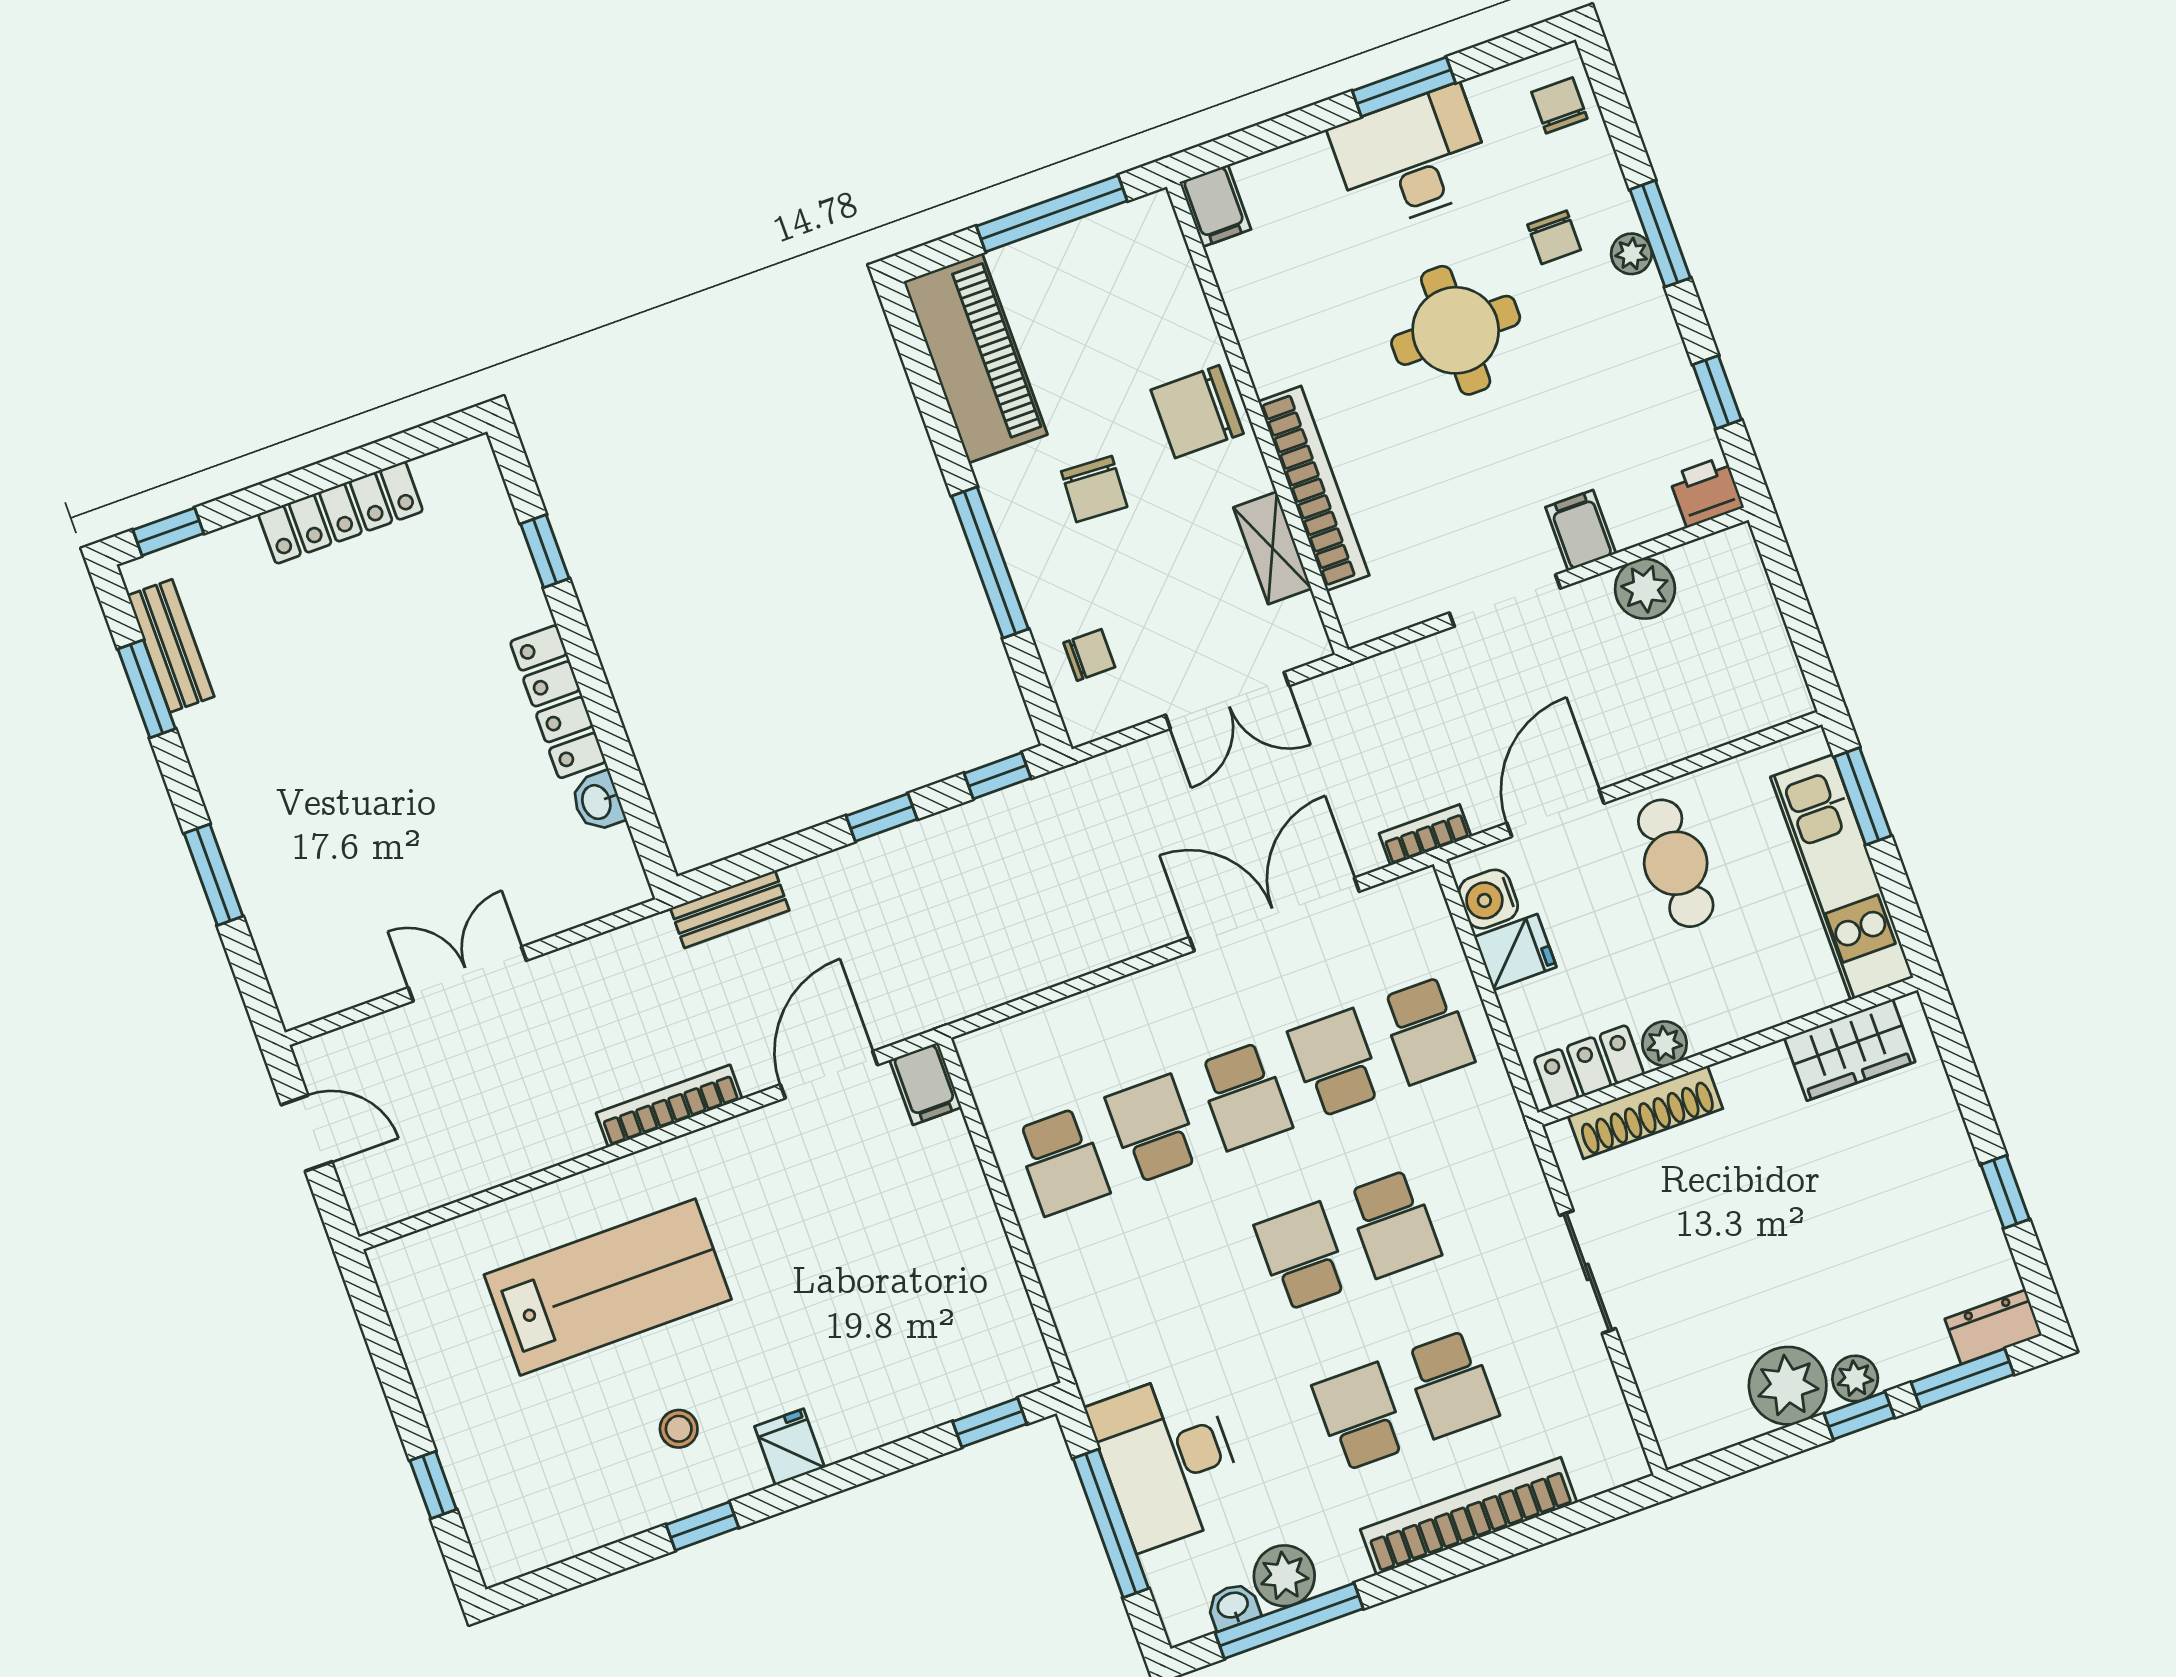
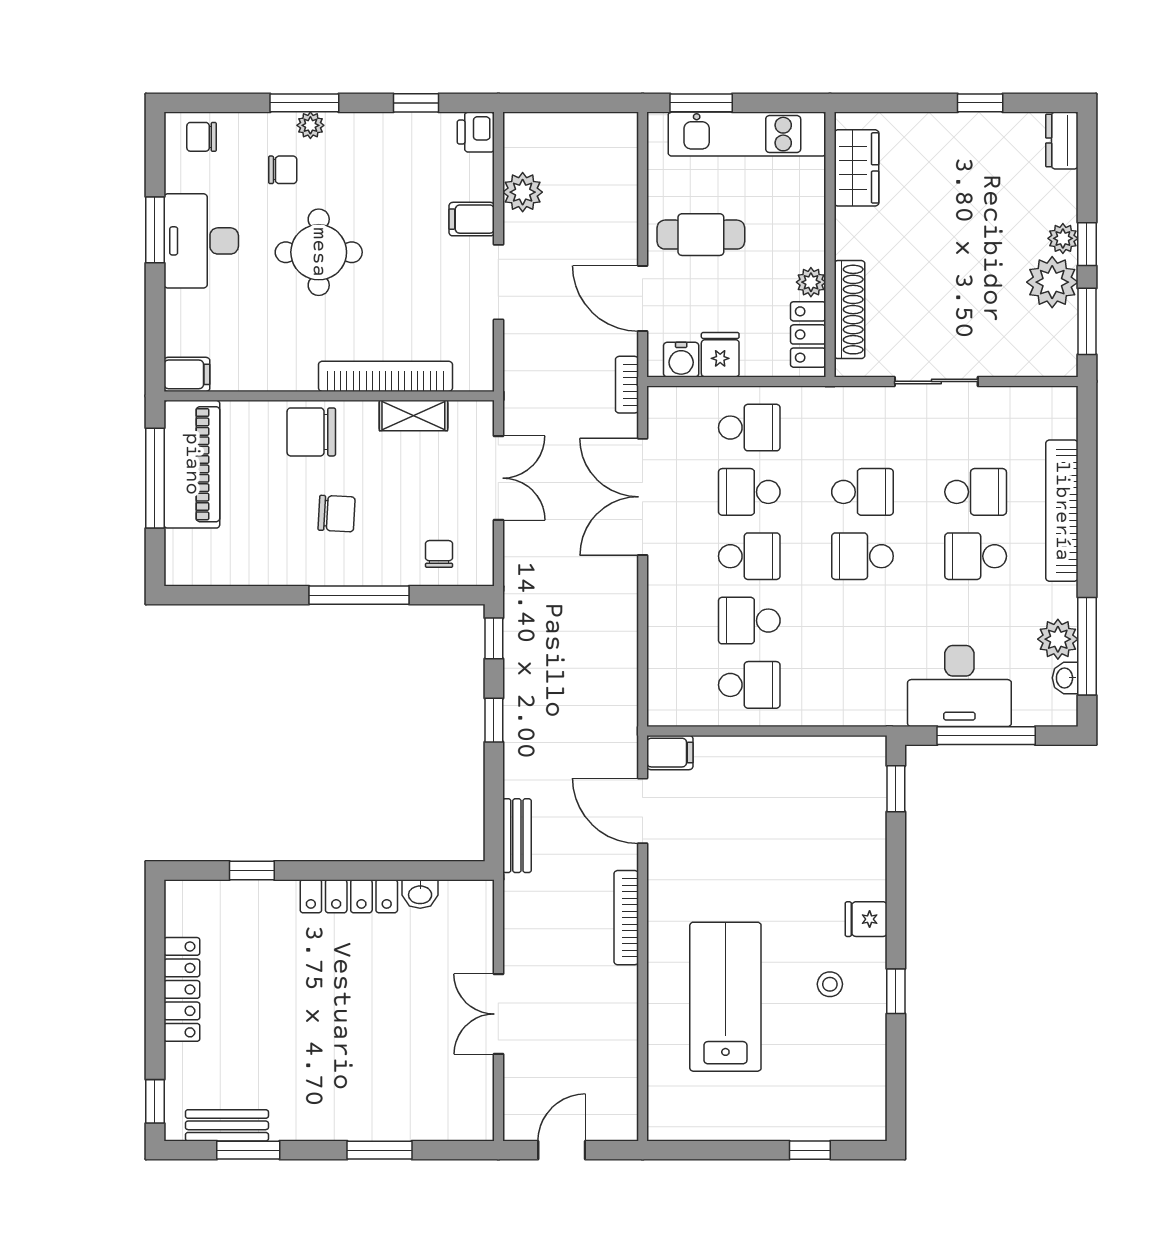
piano: (975, 358) -> (192, 464), moved, turned 90
chair: (1197, 412) -> (311, 432), turned 90
window: (1963, 1378) -> (1087, 321), moved

